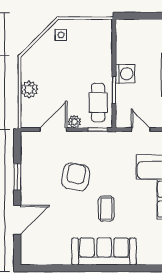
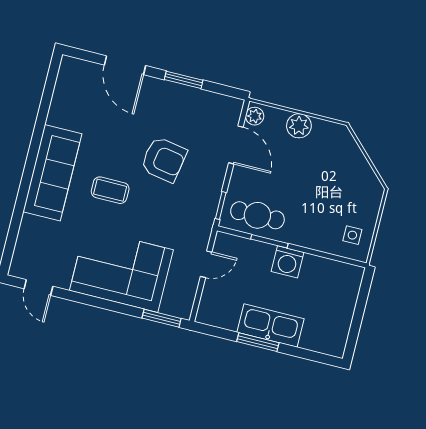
side table: (61, 35) -> (352, 235), moved
plant: (74, 122) -> (255, 116), moved

